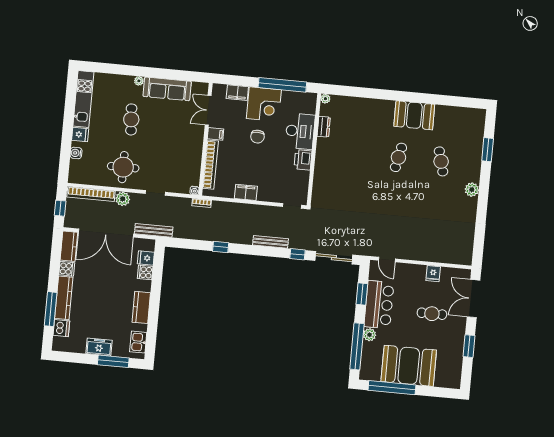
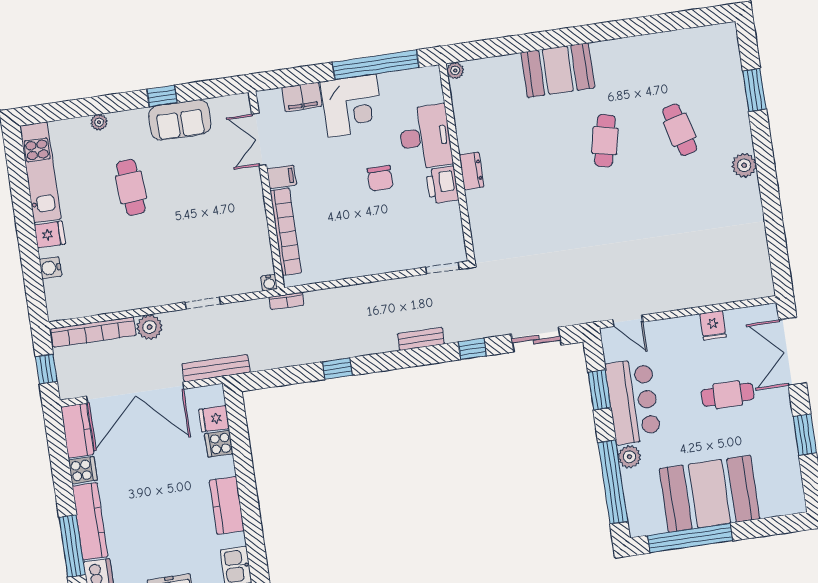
window: (161, 73) -> (162, 96), added
plant: (139, 81) -> (99, 122), moved
sofa: (167, 89) -> (180, 120), width x0.73
booth: (414, 115) -> (558, 70), moved
dresser: (324, 127) -> (472, 171), moved
chair: (258, 137) -> (380, 178), moved
round table: (123, 167) -> (137, 272), removed
filing cabinet: (246, 192) -> (358, 264), removed
bench: (271, 242) -> (421, 339), width x0.73
sliding door: (334, 258) -> (536, 340), width x0.73

